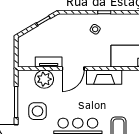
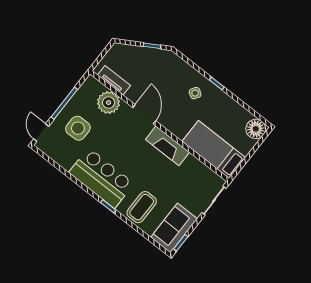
tv unit: (49, 62) -> (114, 80), moved
door: (73, 69) -> (144, 114), swing flipped

